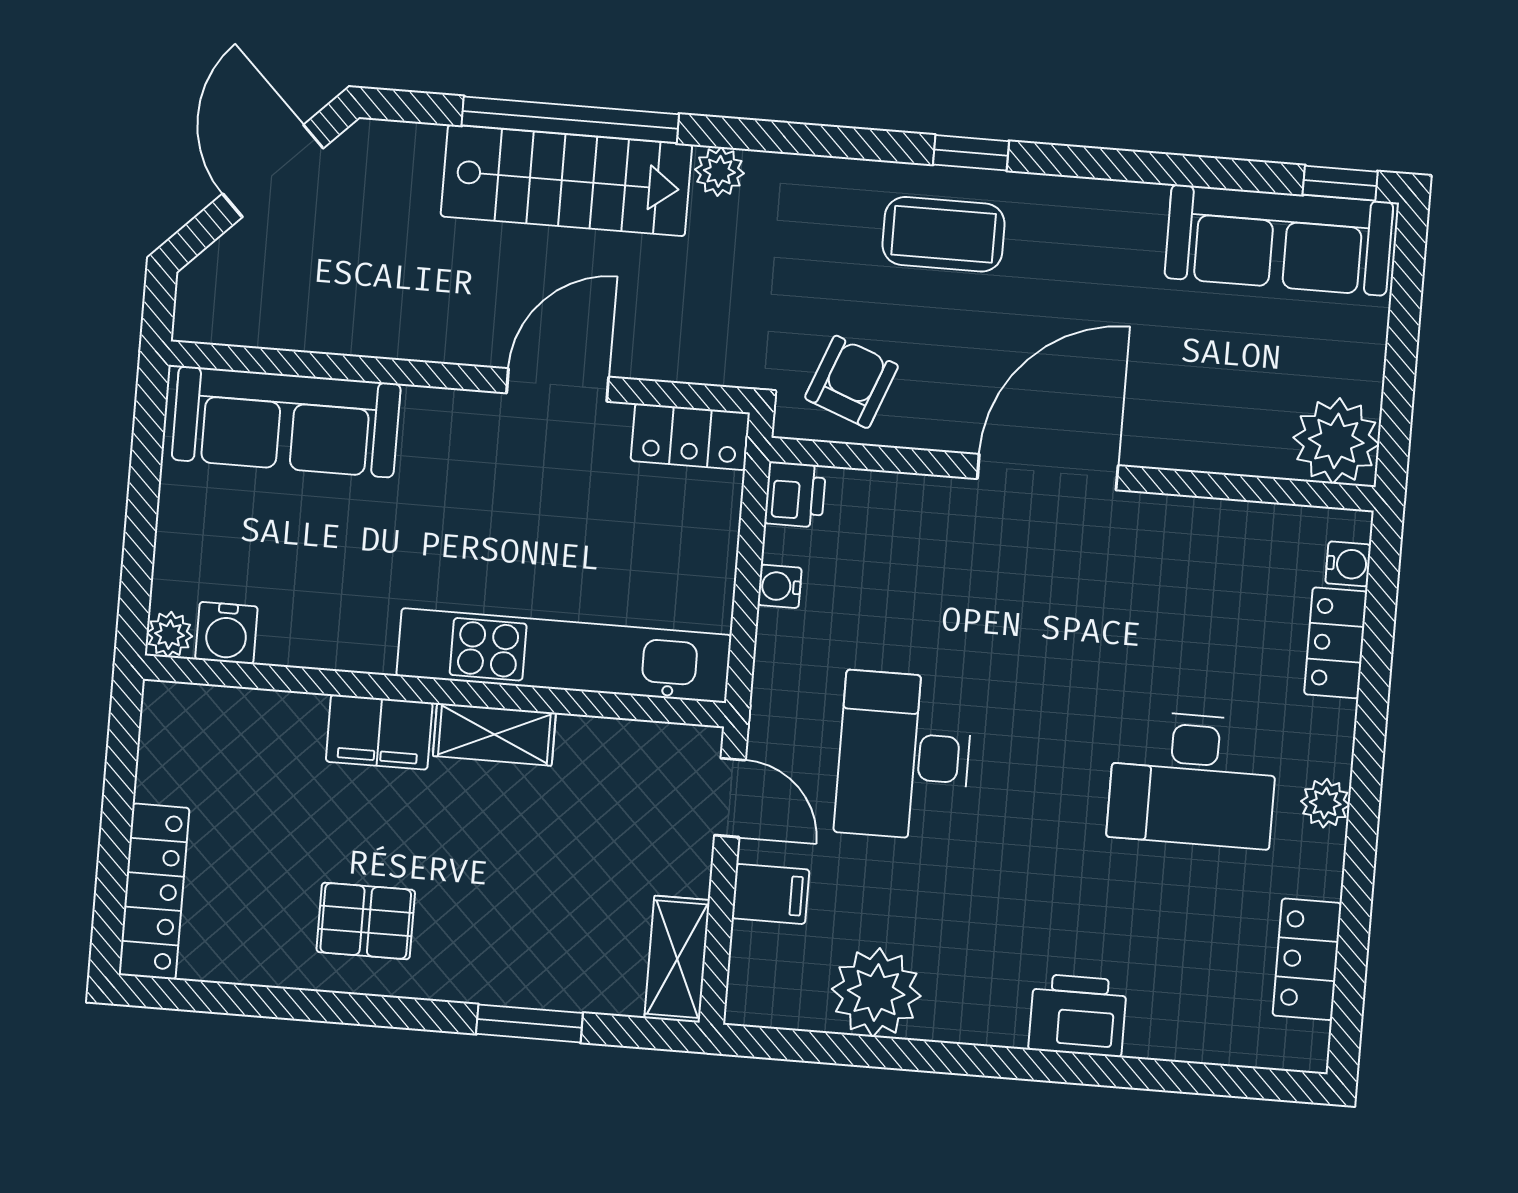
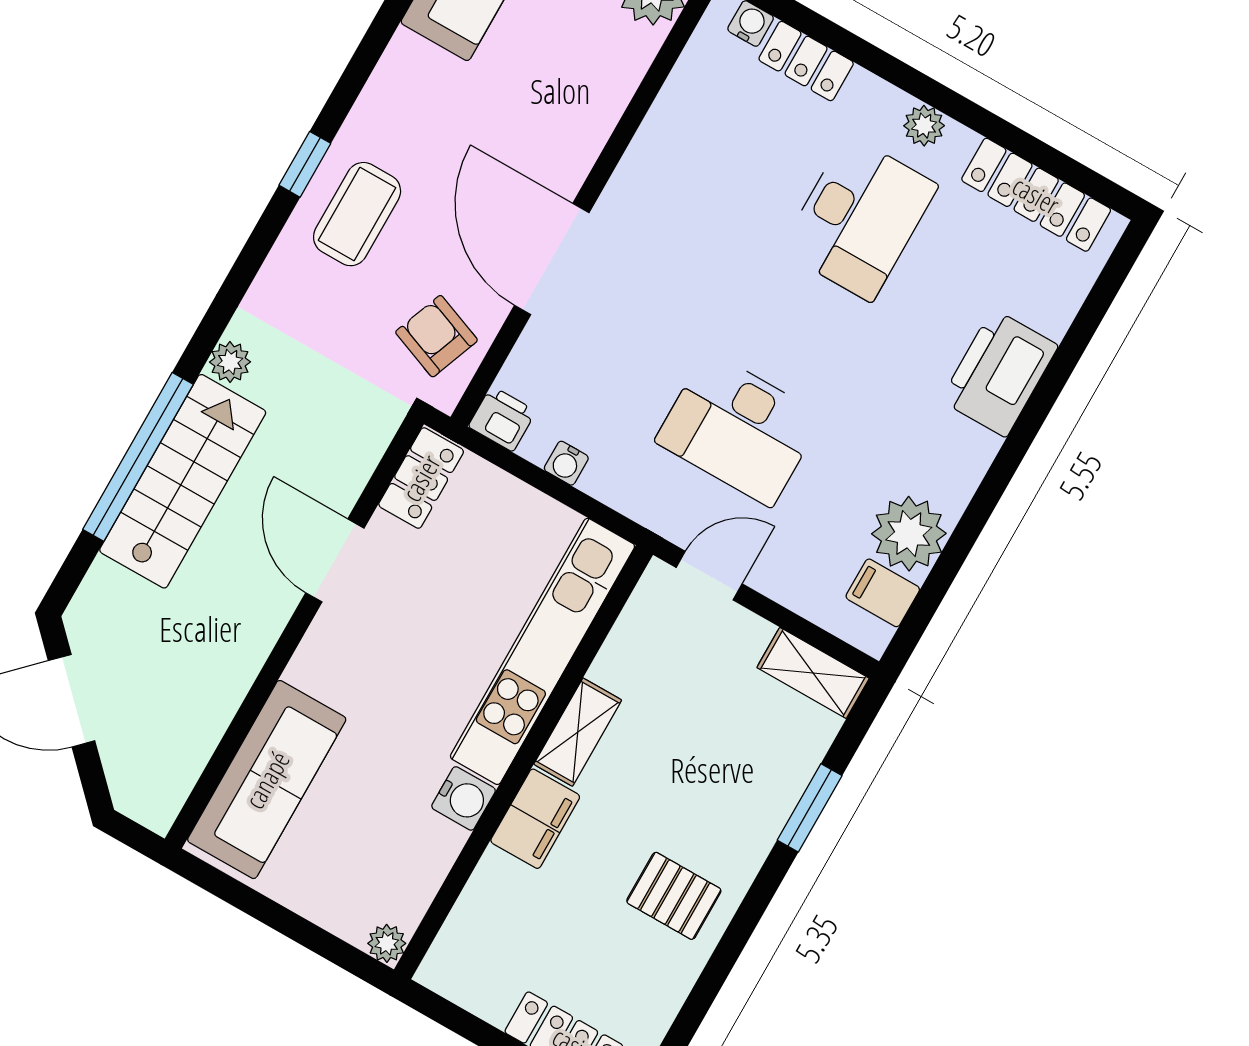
door: (1048, 472) -> (552, 259), moved
water cooler: (226, 633) -> (464, 798), moved
filing cabinet: (771, 894) -> (883, 593), moved, turned -90
pallet: (366, 921) -> (674, 896), turned 90
locker: (1307, 959) -> (1036, 195), width x1.53
printer: (1078, 1015) -> (999, 373), width x1.37, depth x1.19

